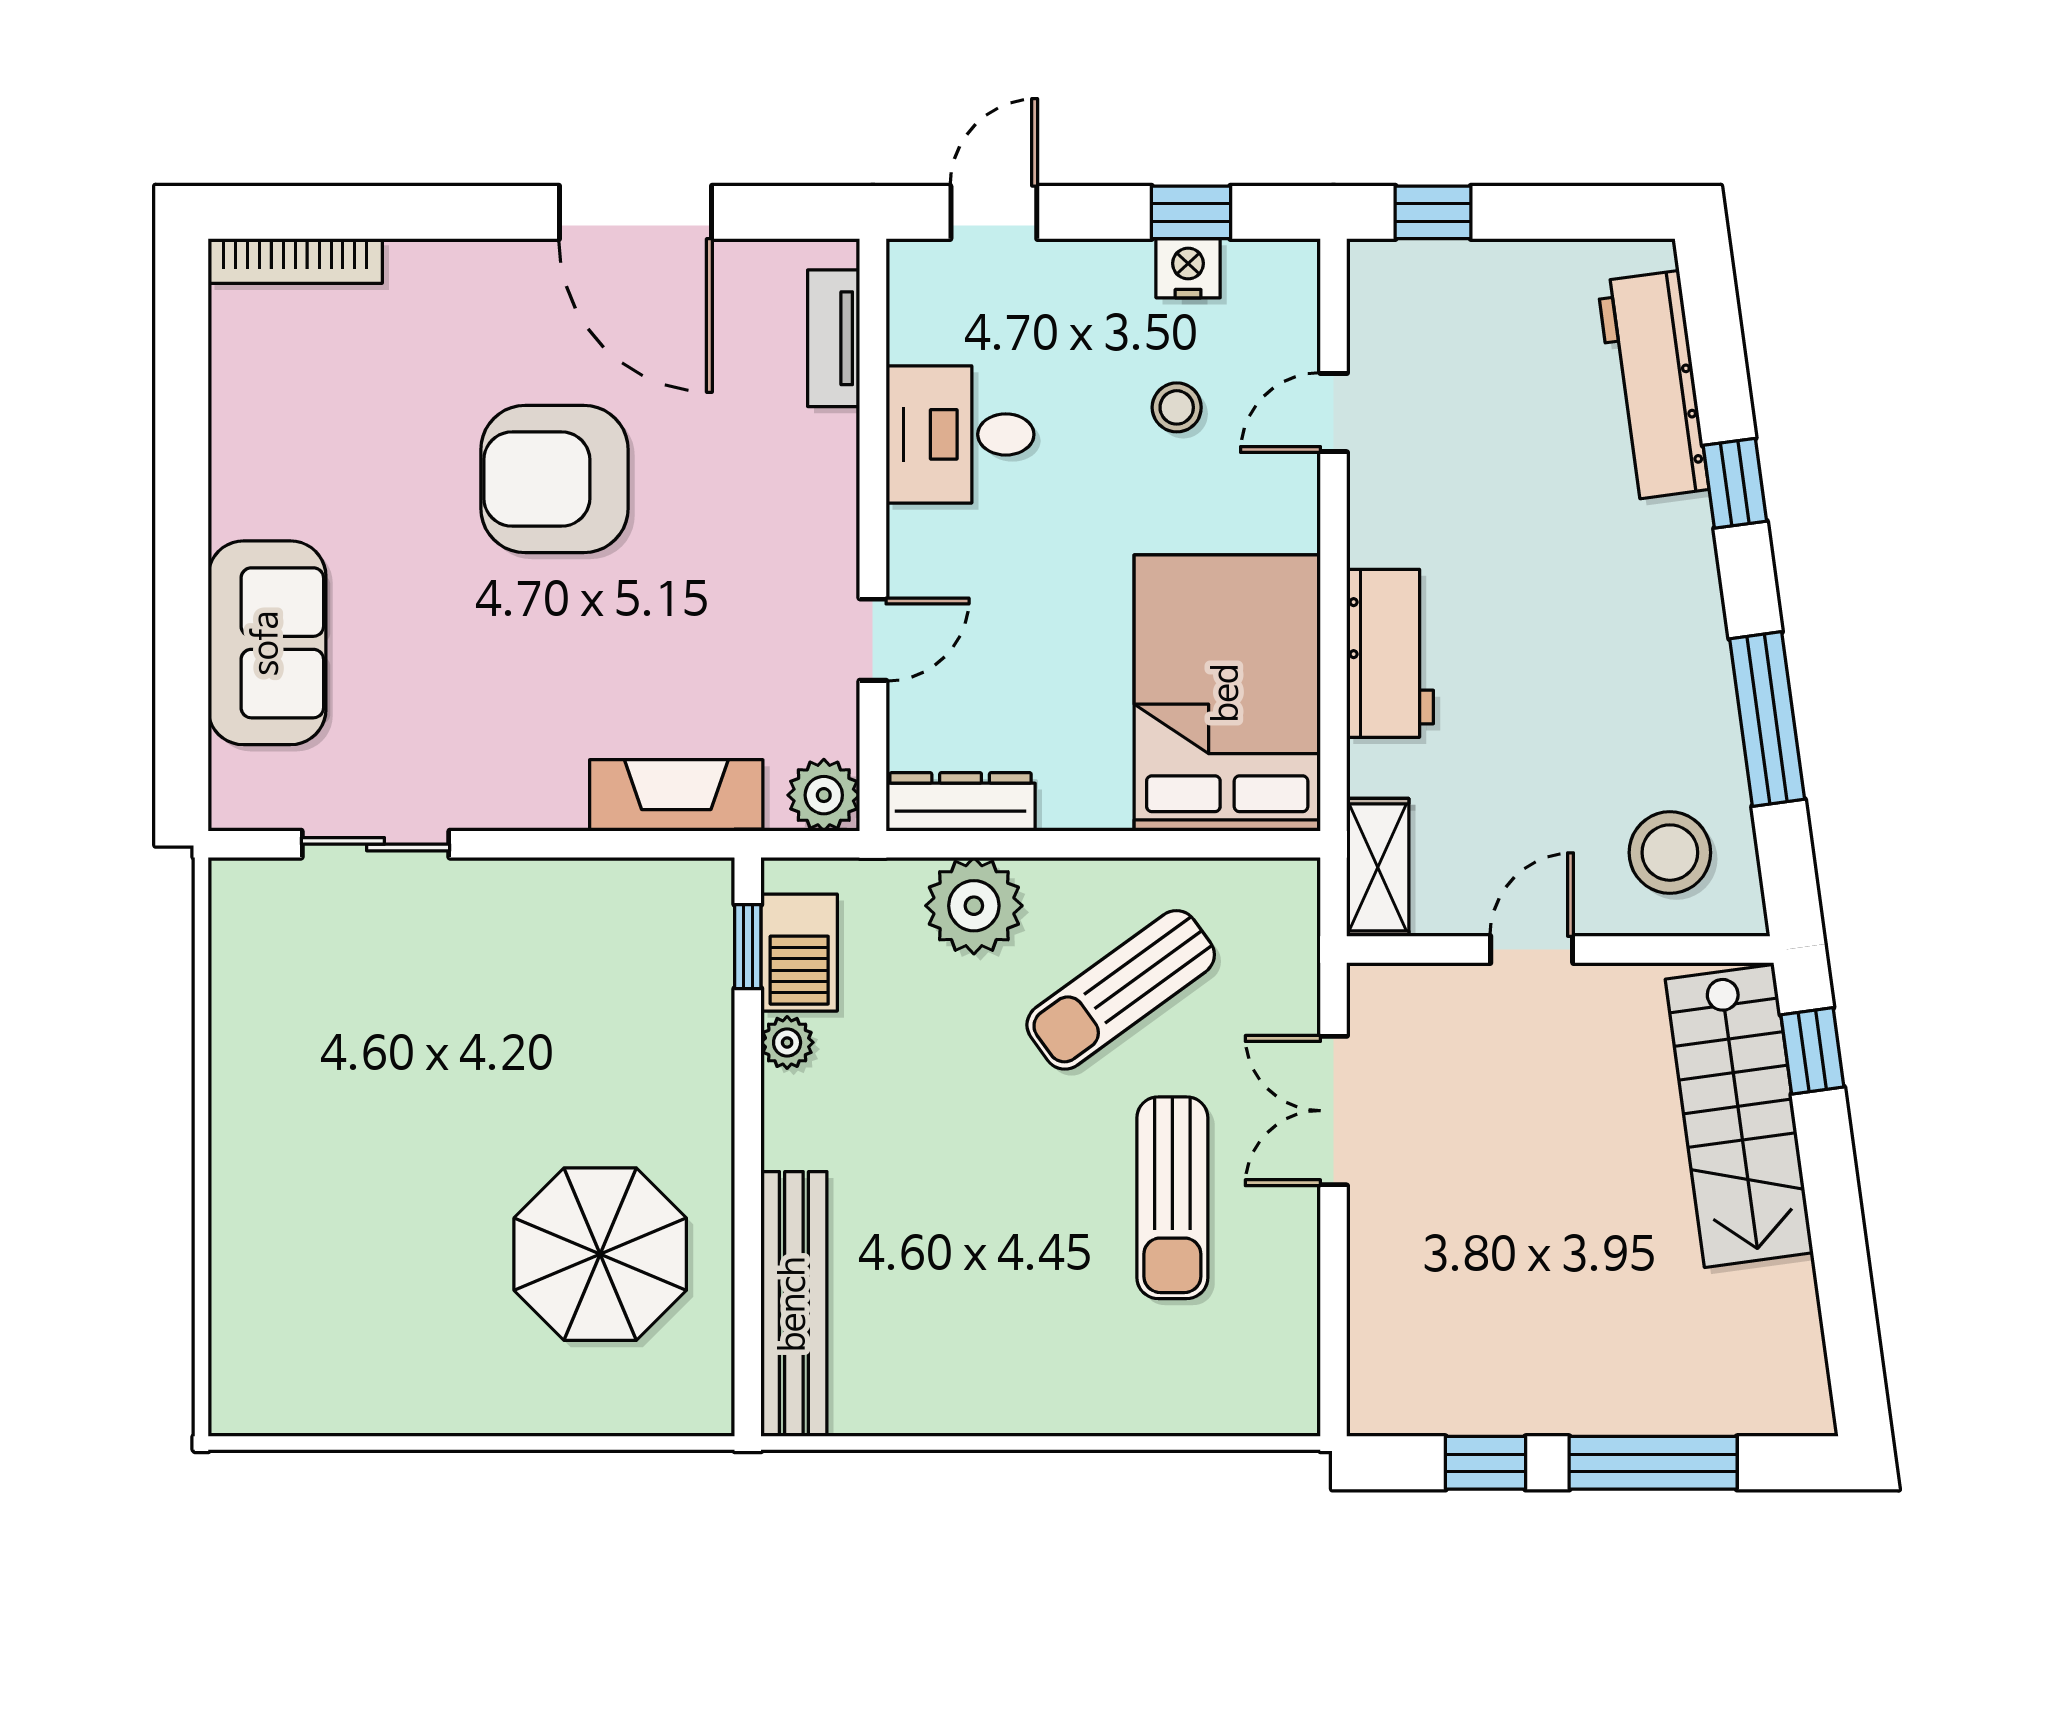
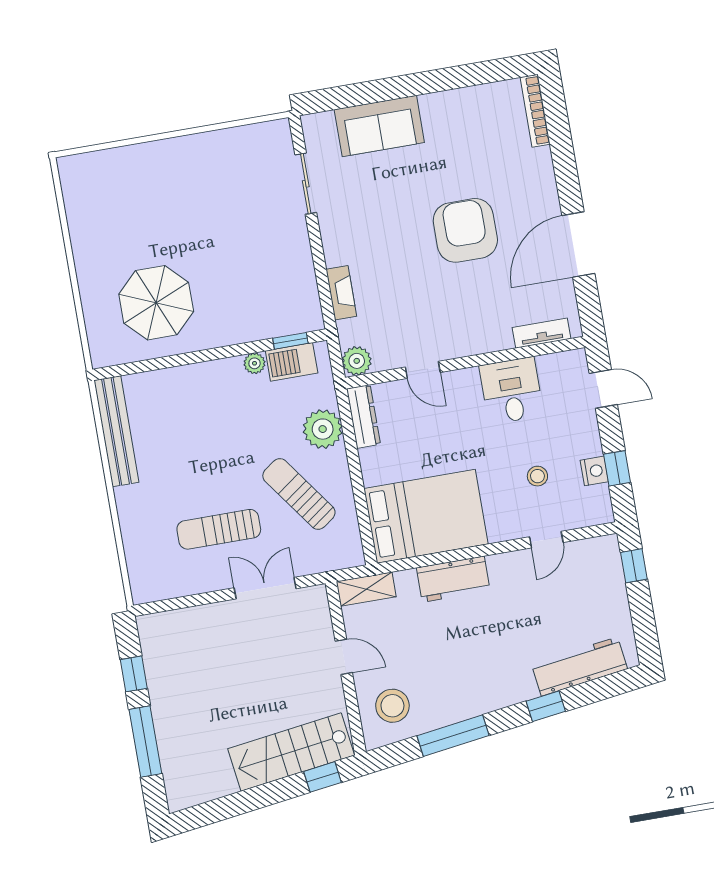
door: (1334, 413) -> (546, 540), swing flipped
fireplace: (676, 795) -> (341, 293), width x0.73, depth x0.76
bench: (794, 1304) -> (116, 431), moved, turned 90

